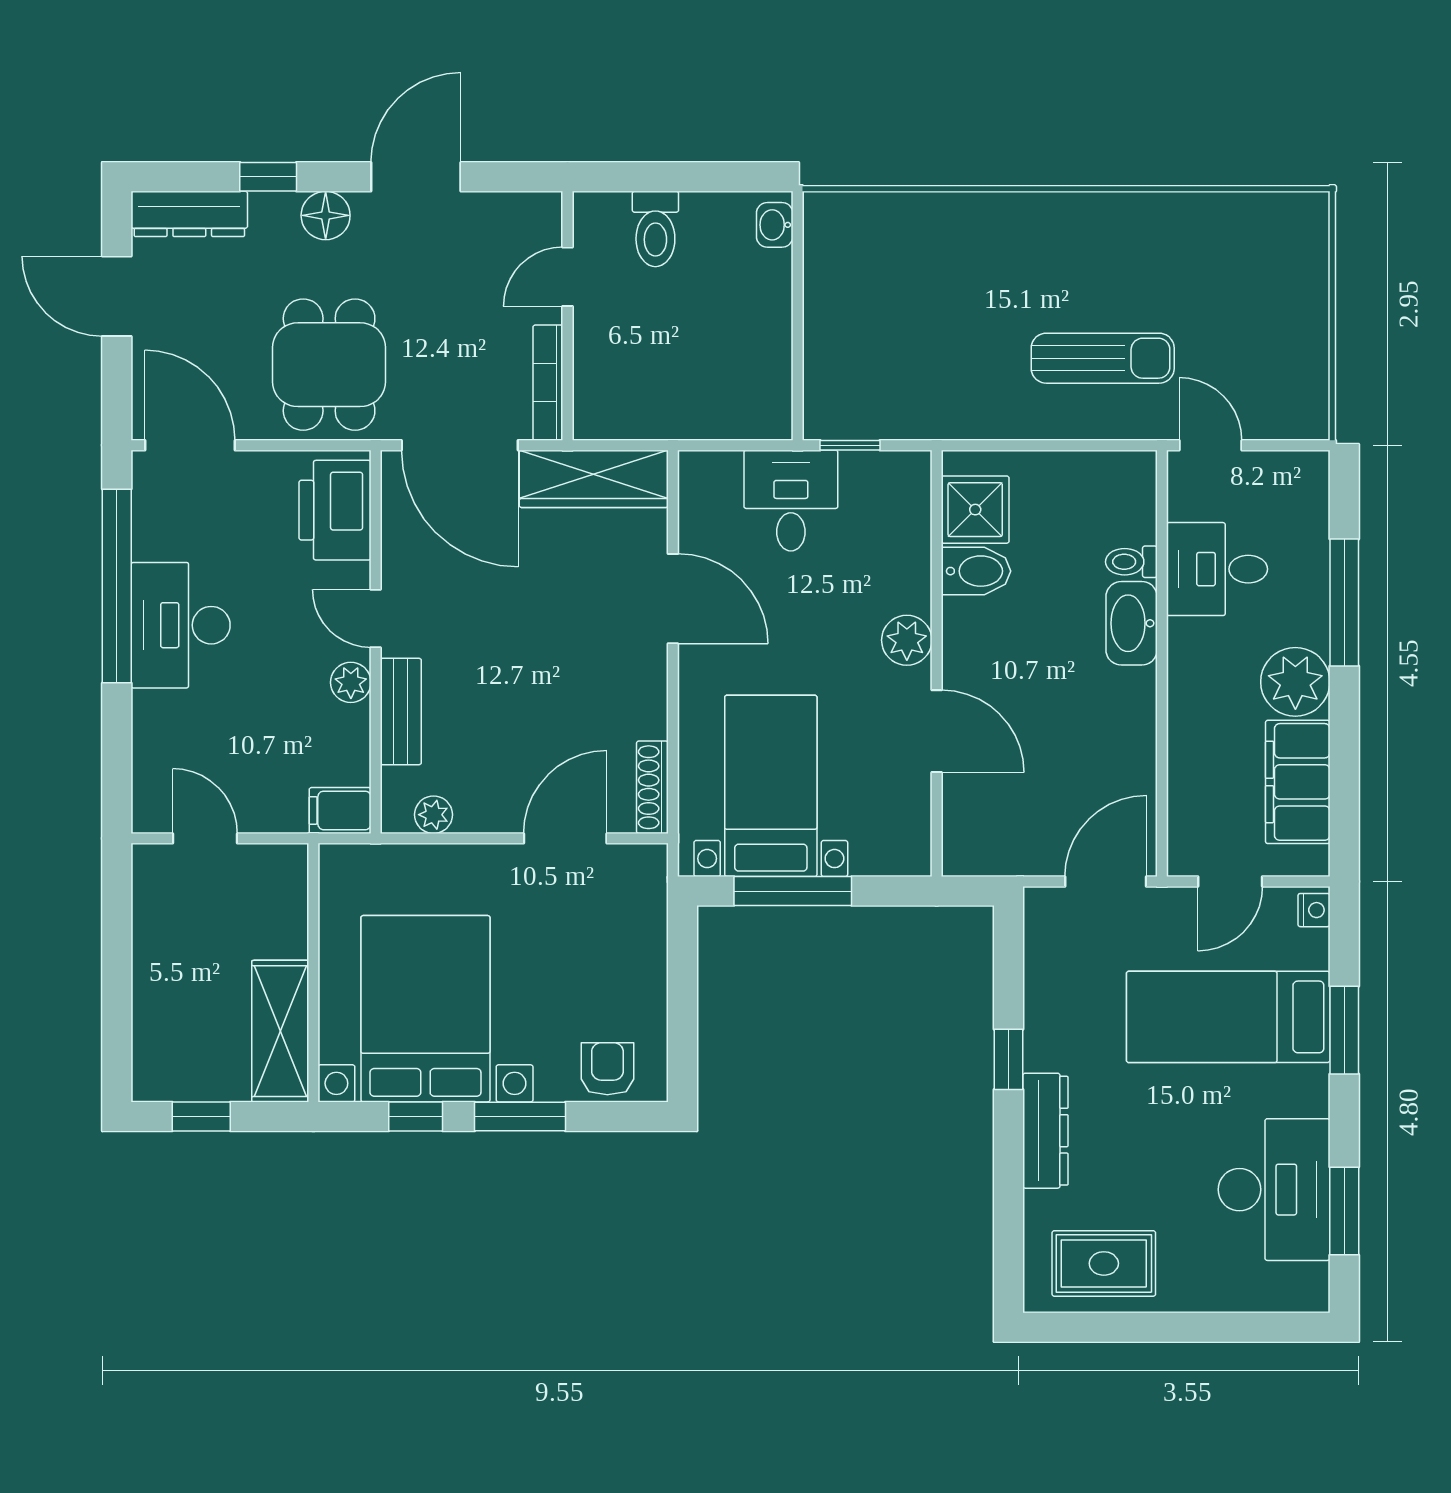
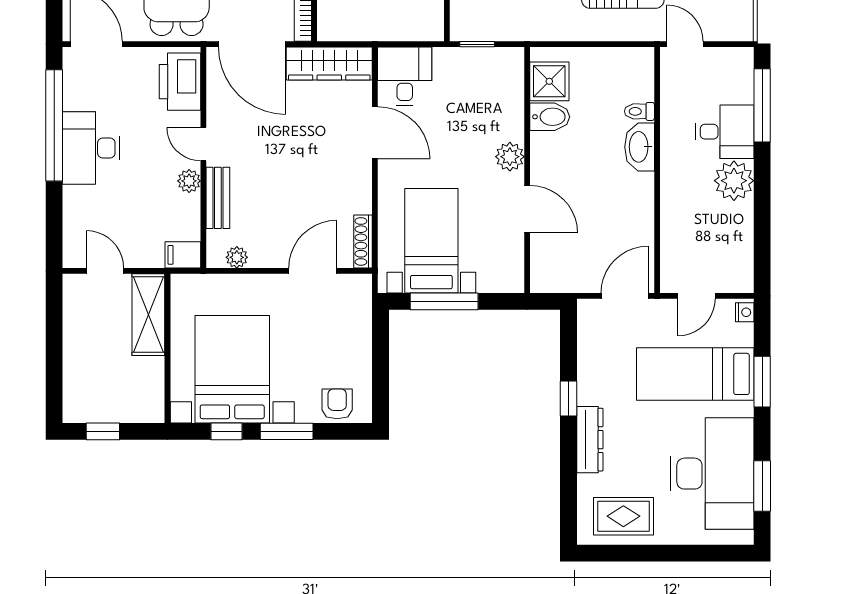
desk: (791, 501) -> (405, 76), moved
desk: (1217, 569) -> (725, 132), moved, turned 180
window: (1344, 603) -> (762, 105), moved
filing cabinet: (1298, 782) -> (735, 238), removed
shelving: (280, 1031) -> (148, 315), moved
desk: (1274, 1190) -> (712, 474), width x1.36, depth x1.30

